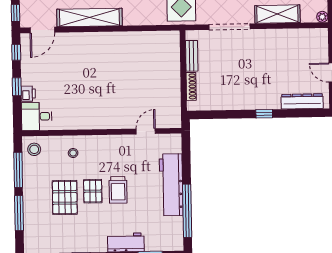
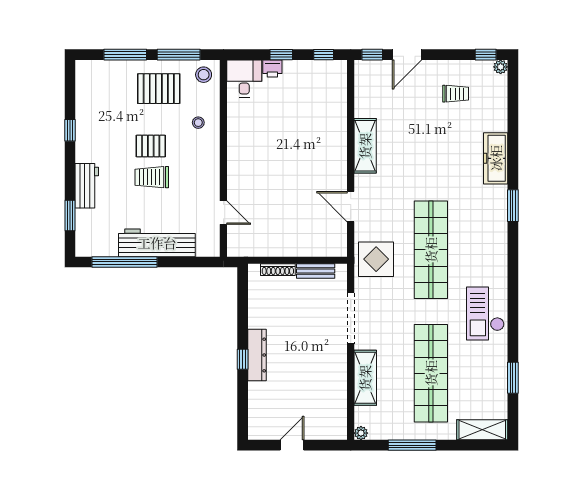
shelving: (89, 17) -> (365, 146), width x0.68
door: (42, 30) -> (351, 207), moved
dresser: (302, 101) -> (257, 355), moved
pallet: (65, 197) -> (159, 89), moved

